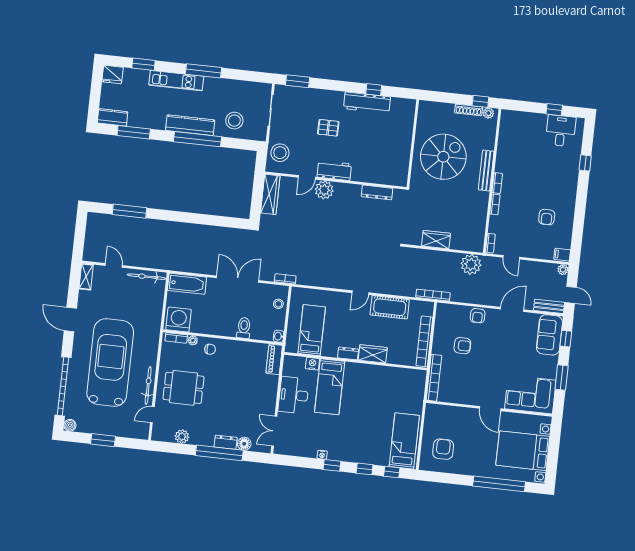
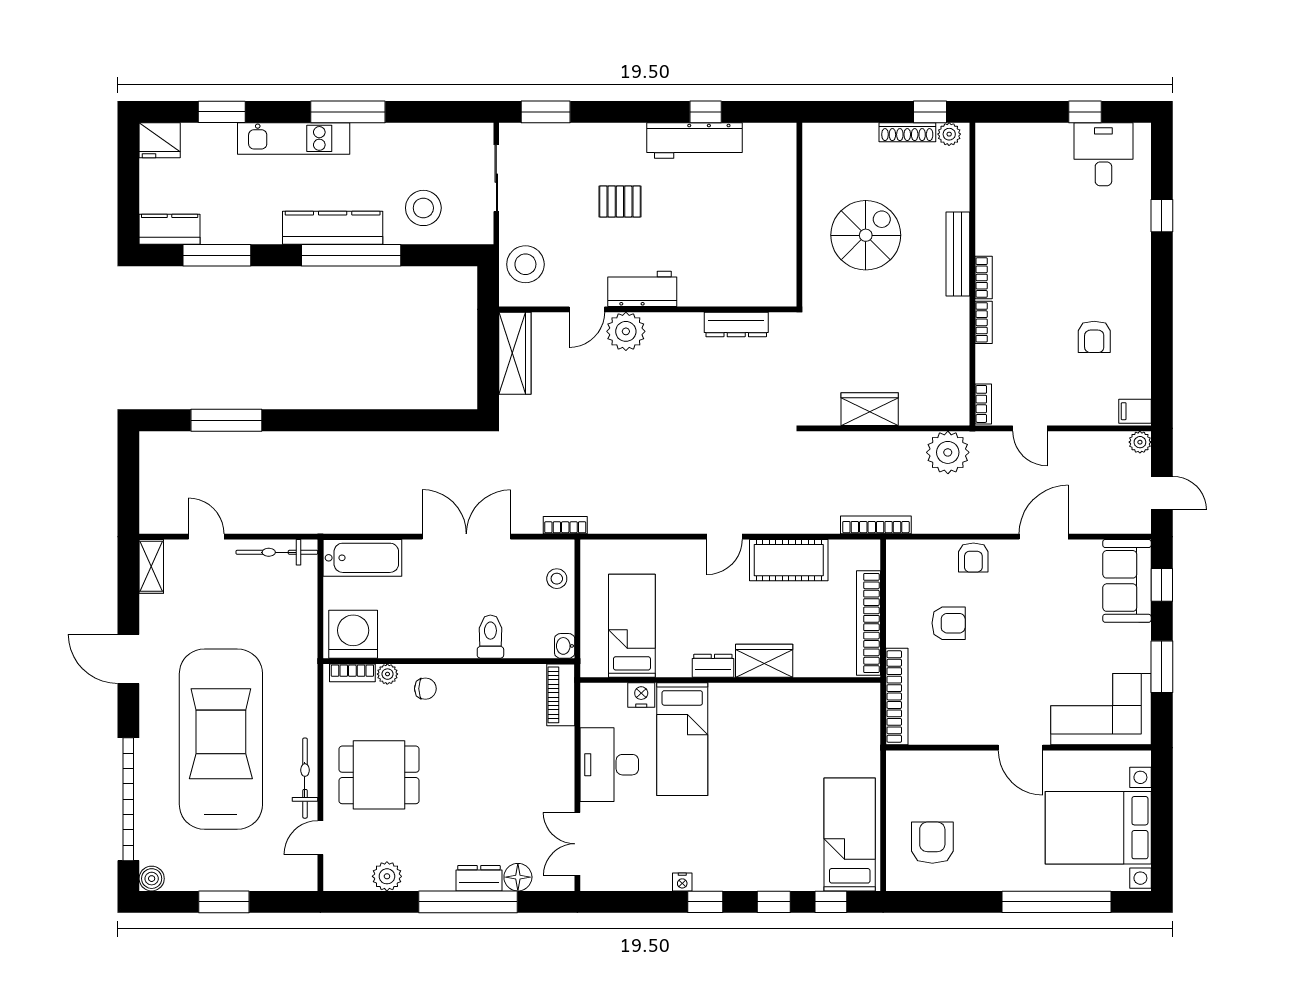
spiral stairs: (443, 157) -> (866, 235), width x0.73, depth x0.73
bench: (549, 306) -> (1119, 522), removed

